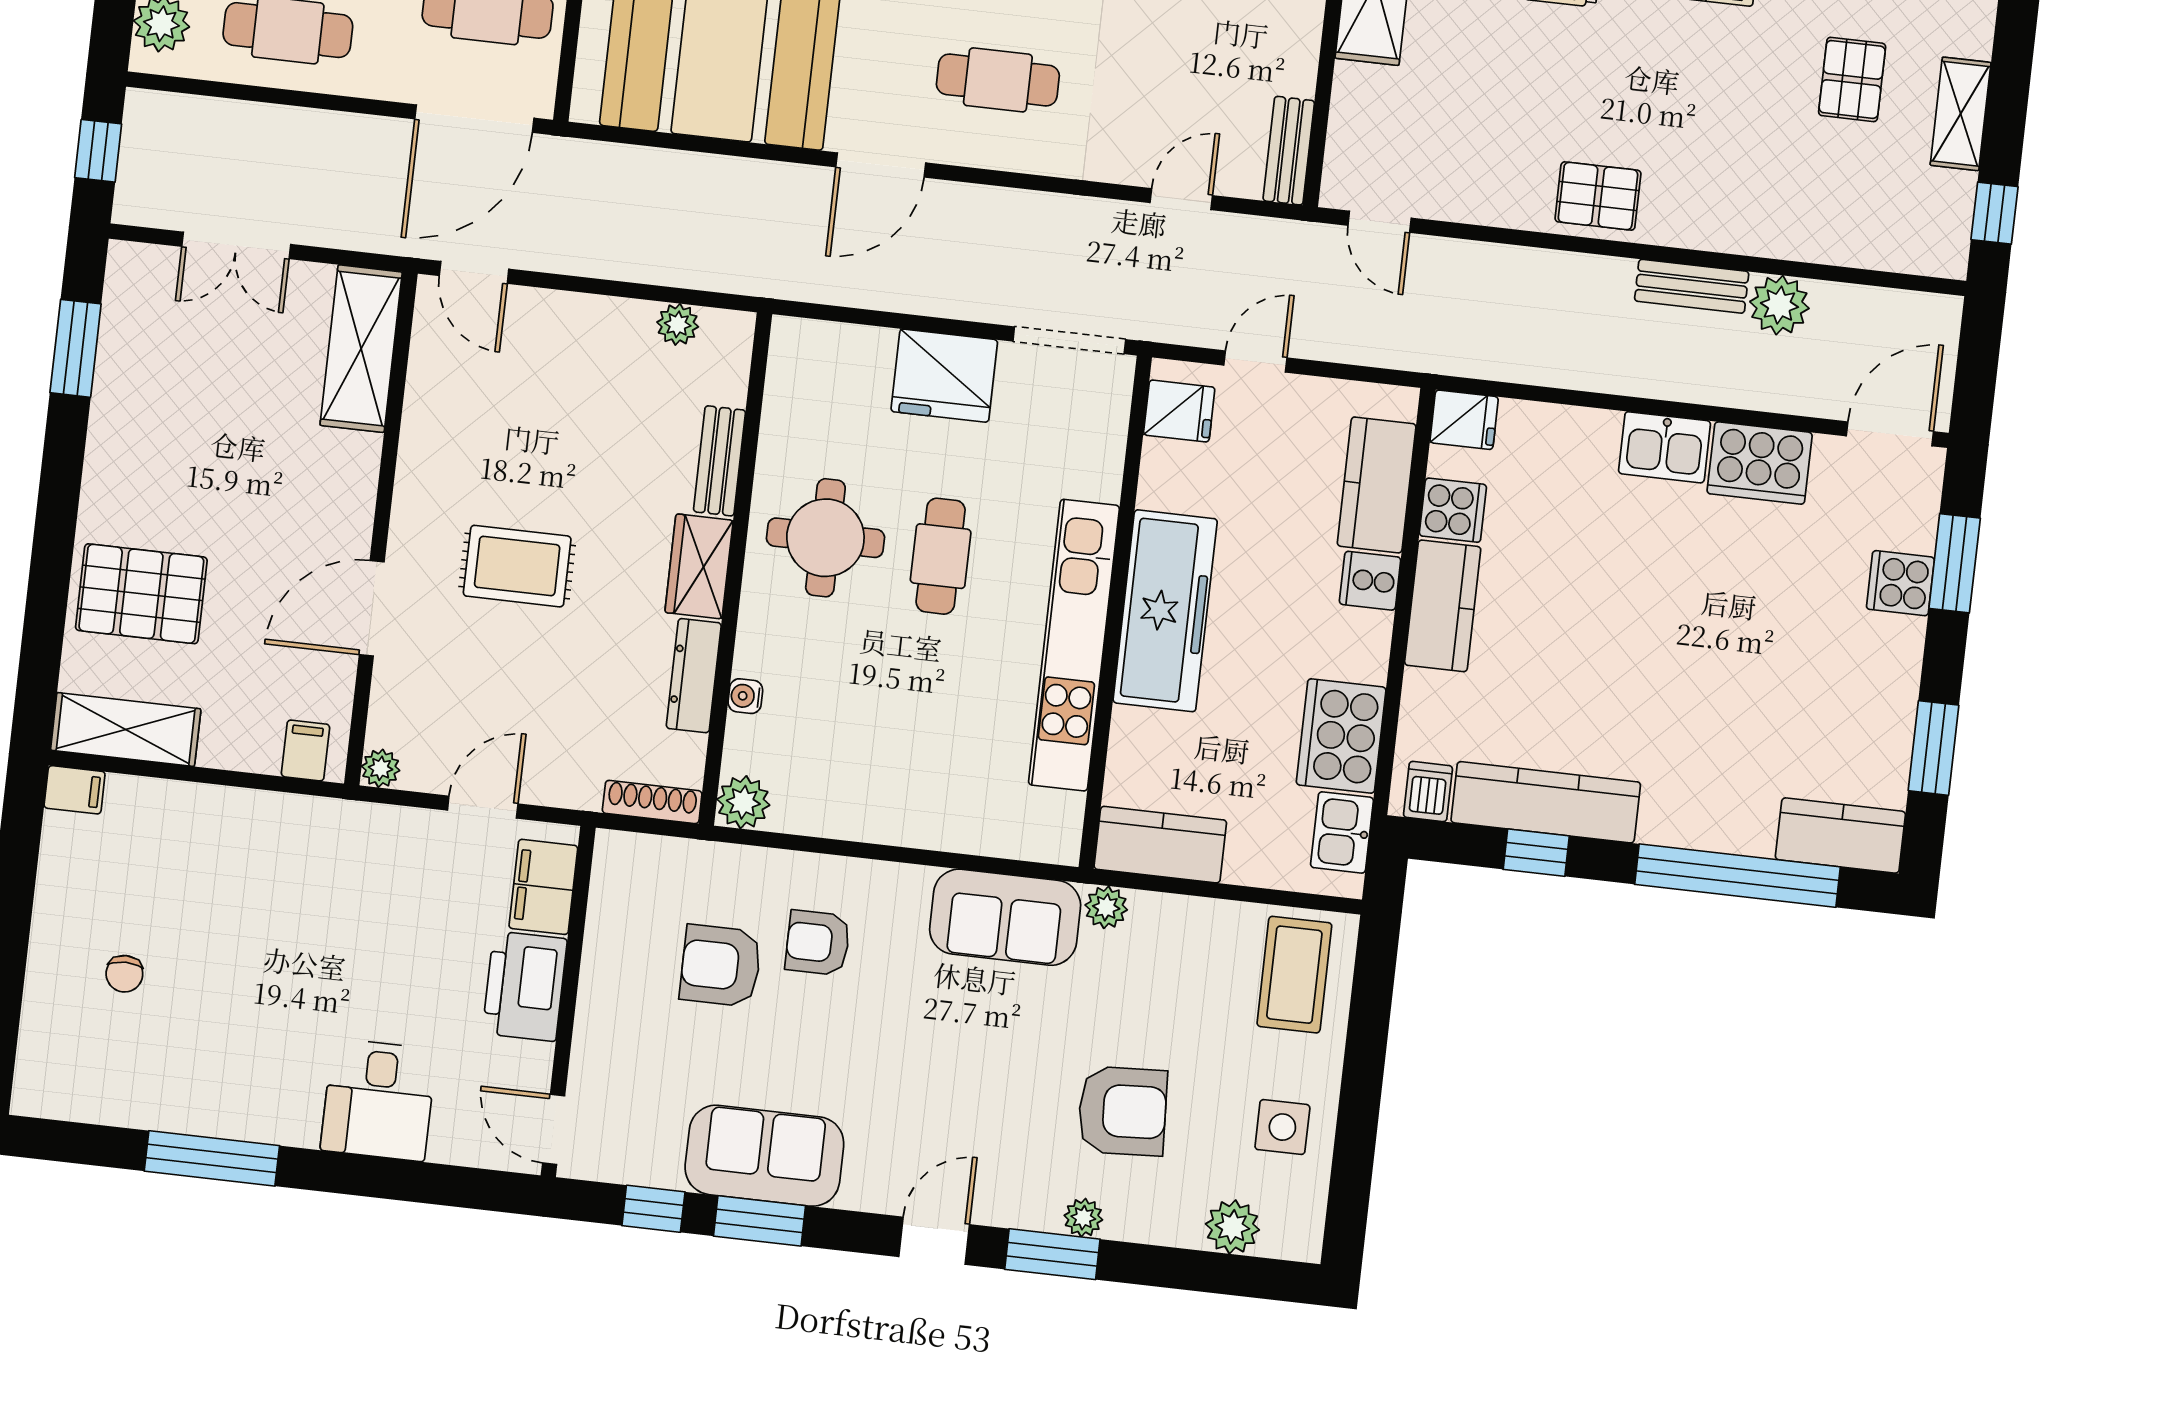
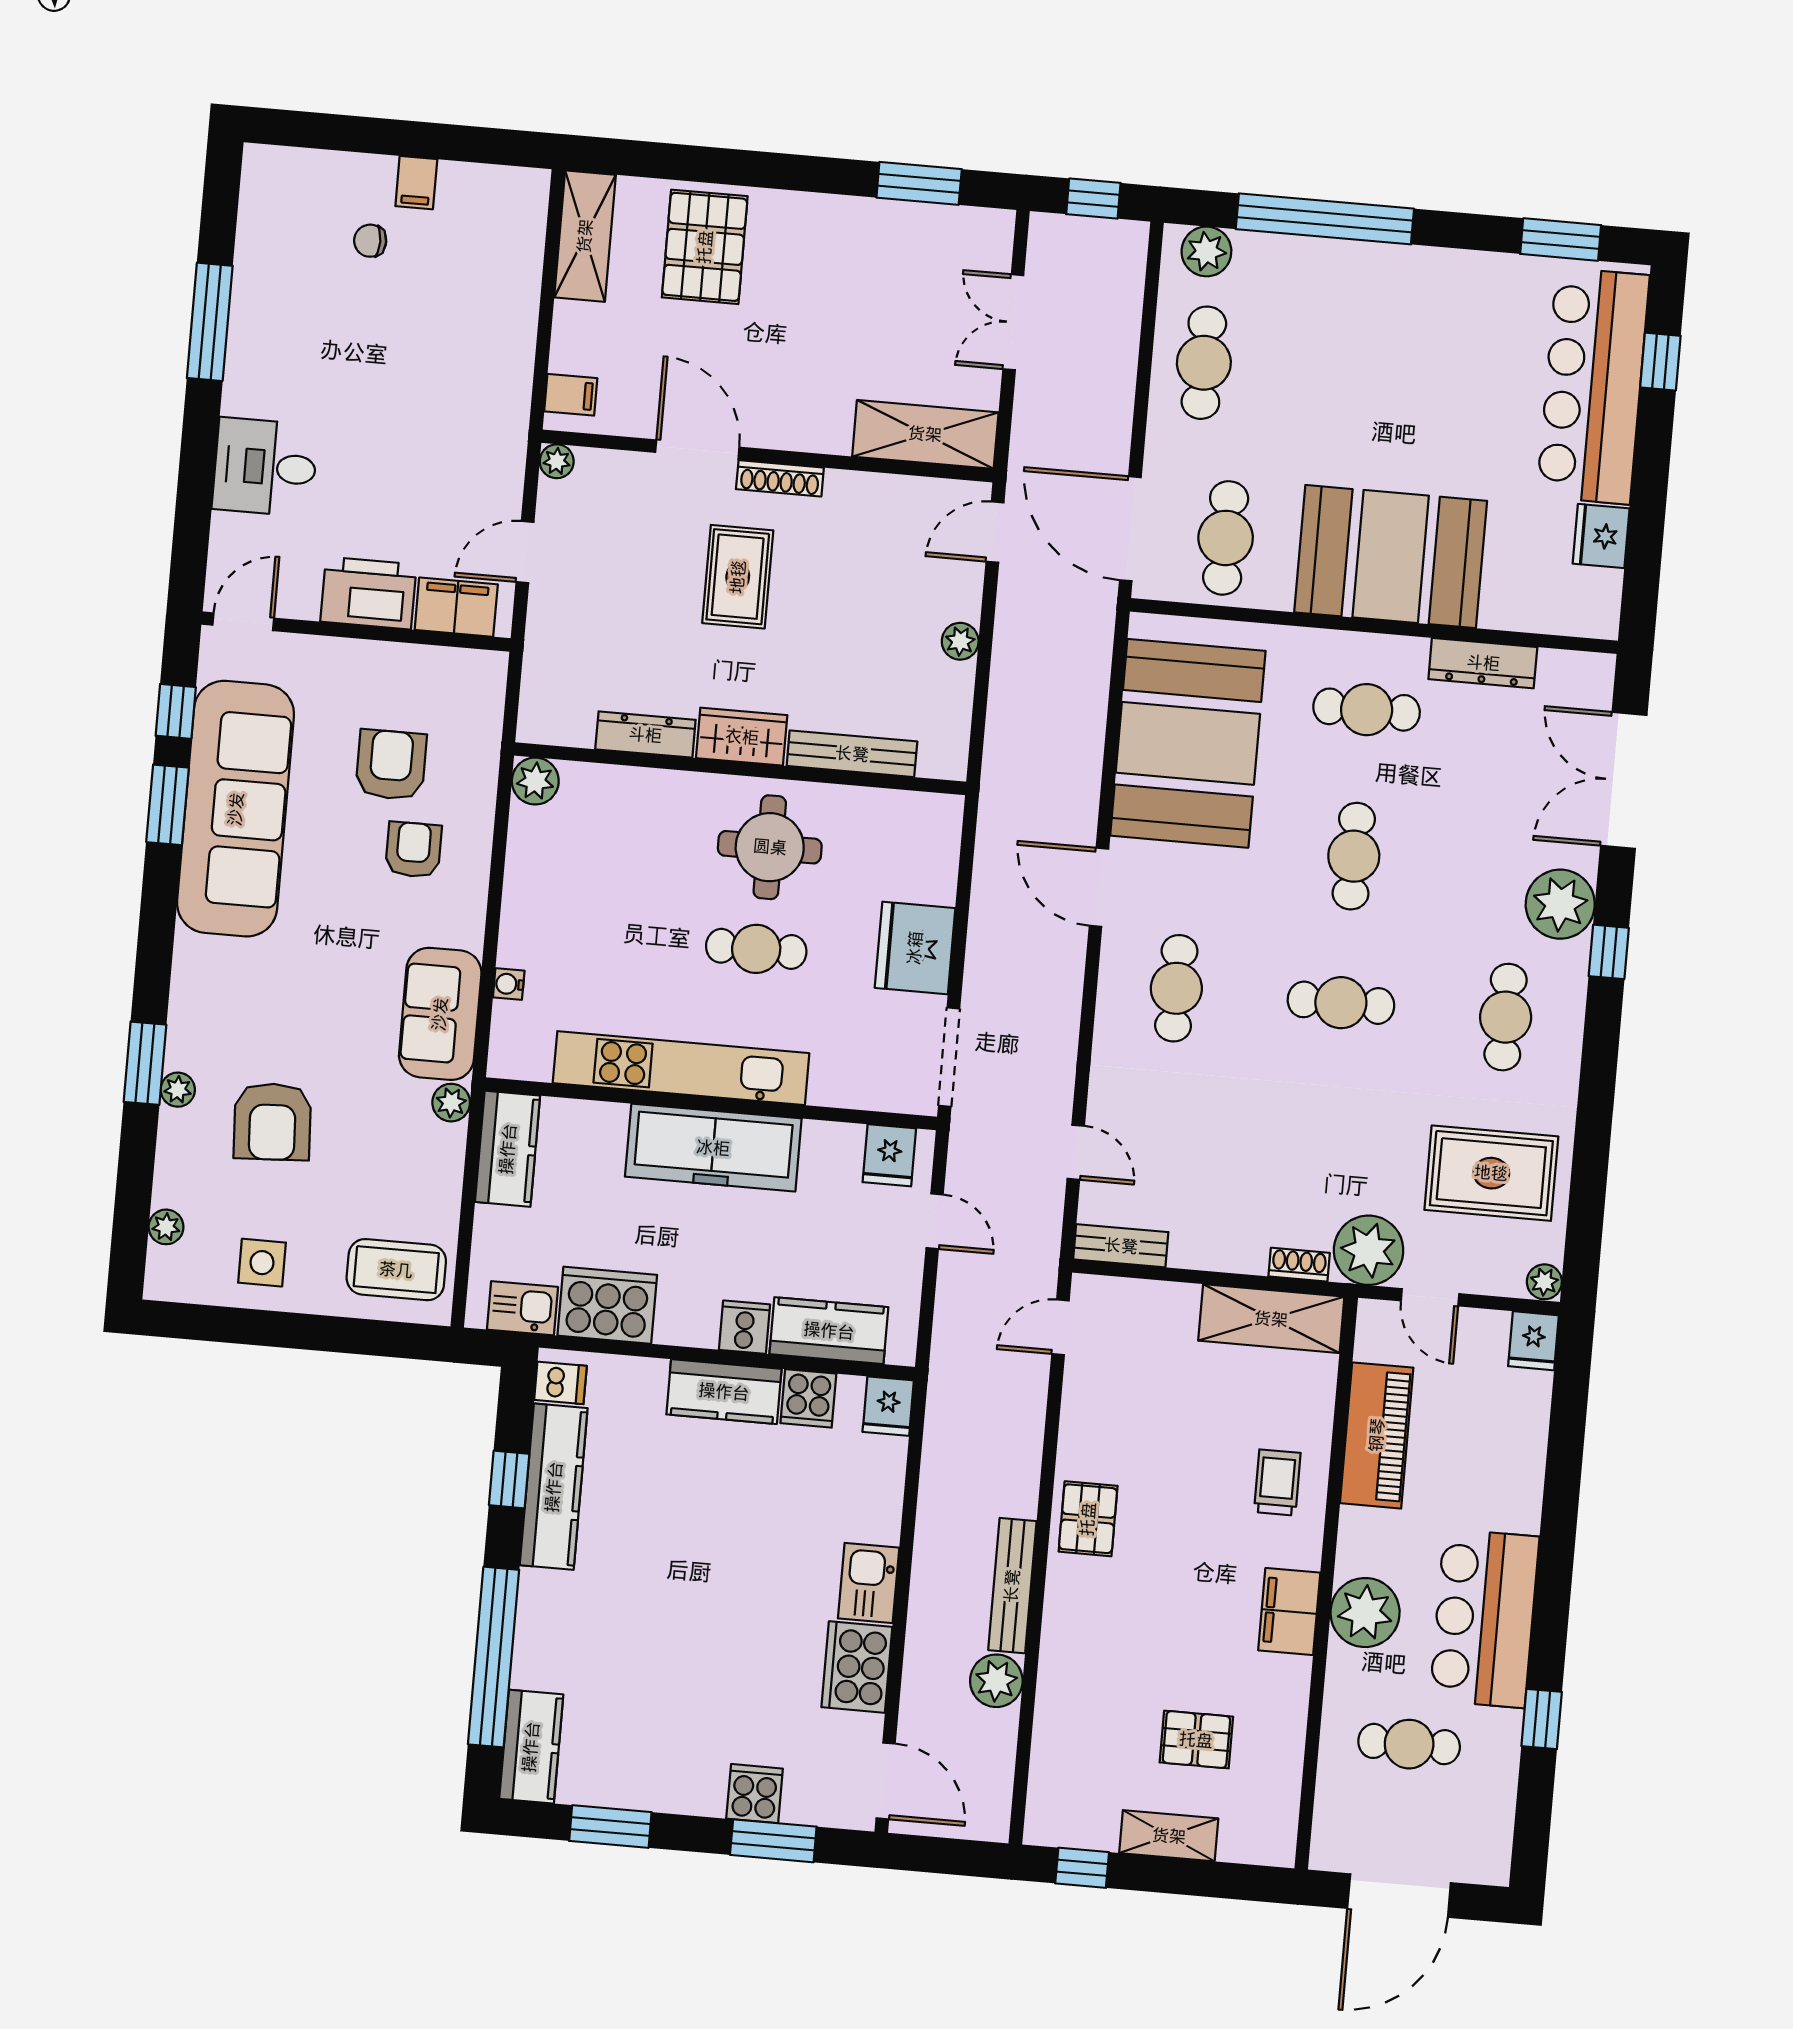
bench: (1692, 286) -> (1012, 1586), width x1.36
plant: (678, 324) -> (960, 641), moved
bench: (719, 461) -> (852, 754), width x1.36
water cooler: (745, 696) -> (509, 984), moved, turned -90
filing cabinet: (75, 790) -> (416, 183), moved
shoe rack: (652, 802) -> (780, 478), moved, turned 90
door: (483, 807) -> (525, 552), swing flipped
sofa: (764, 1156) -> (236, 809), width x1.85, depth x1.27
plant: (1232, 1227) -> (166, 1227), width x0.73, depth x0.73
door: (934, 1241) -> (154, 959), removed

